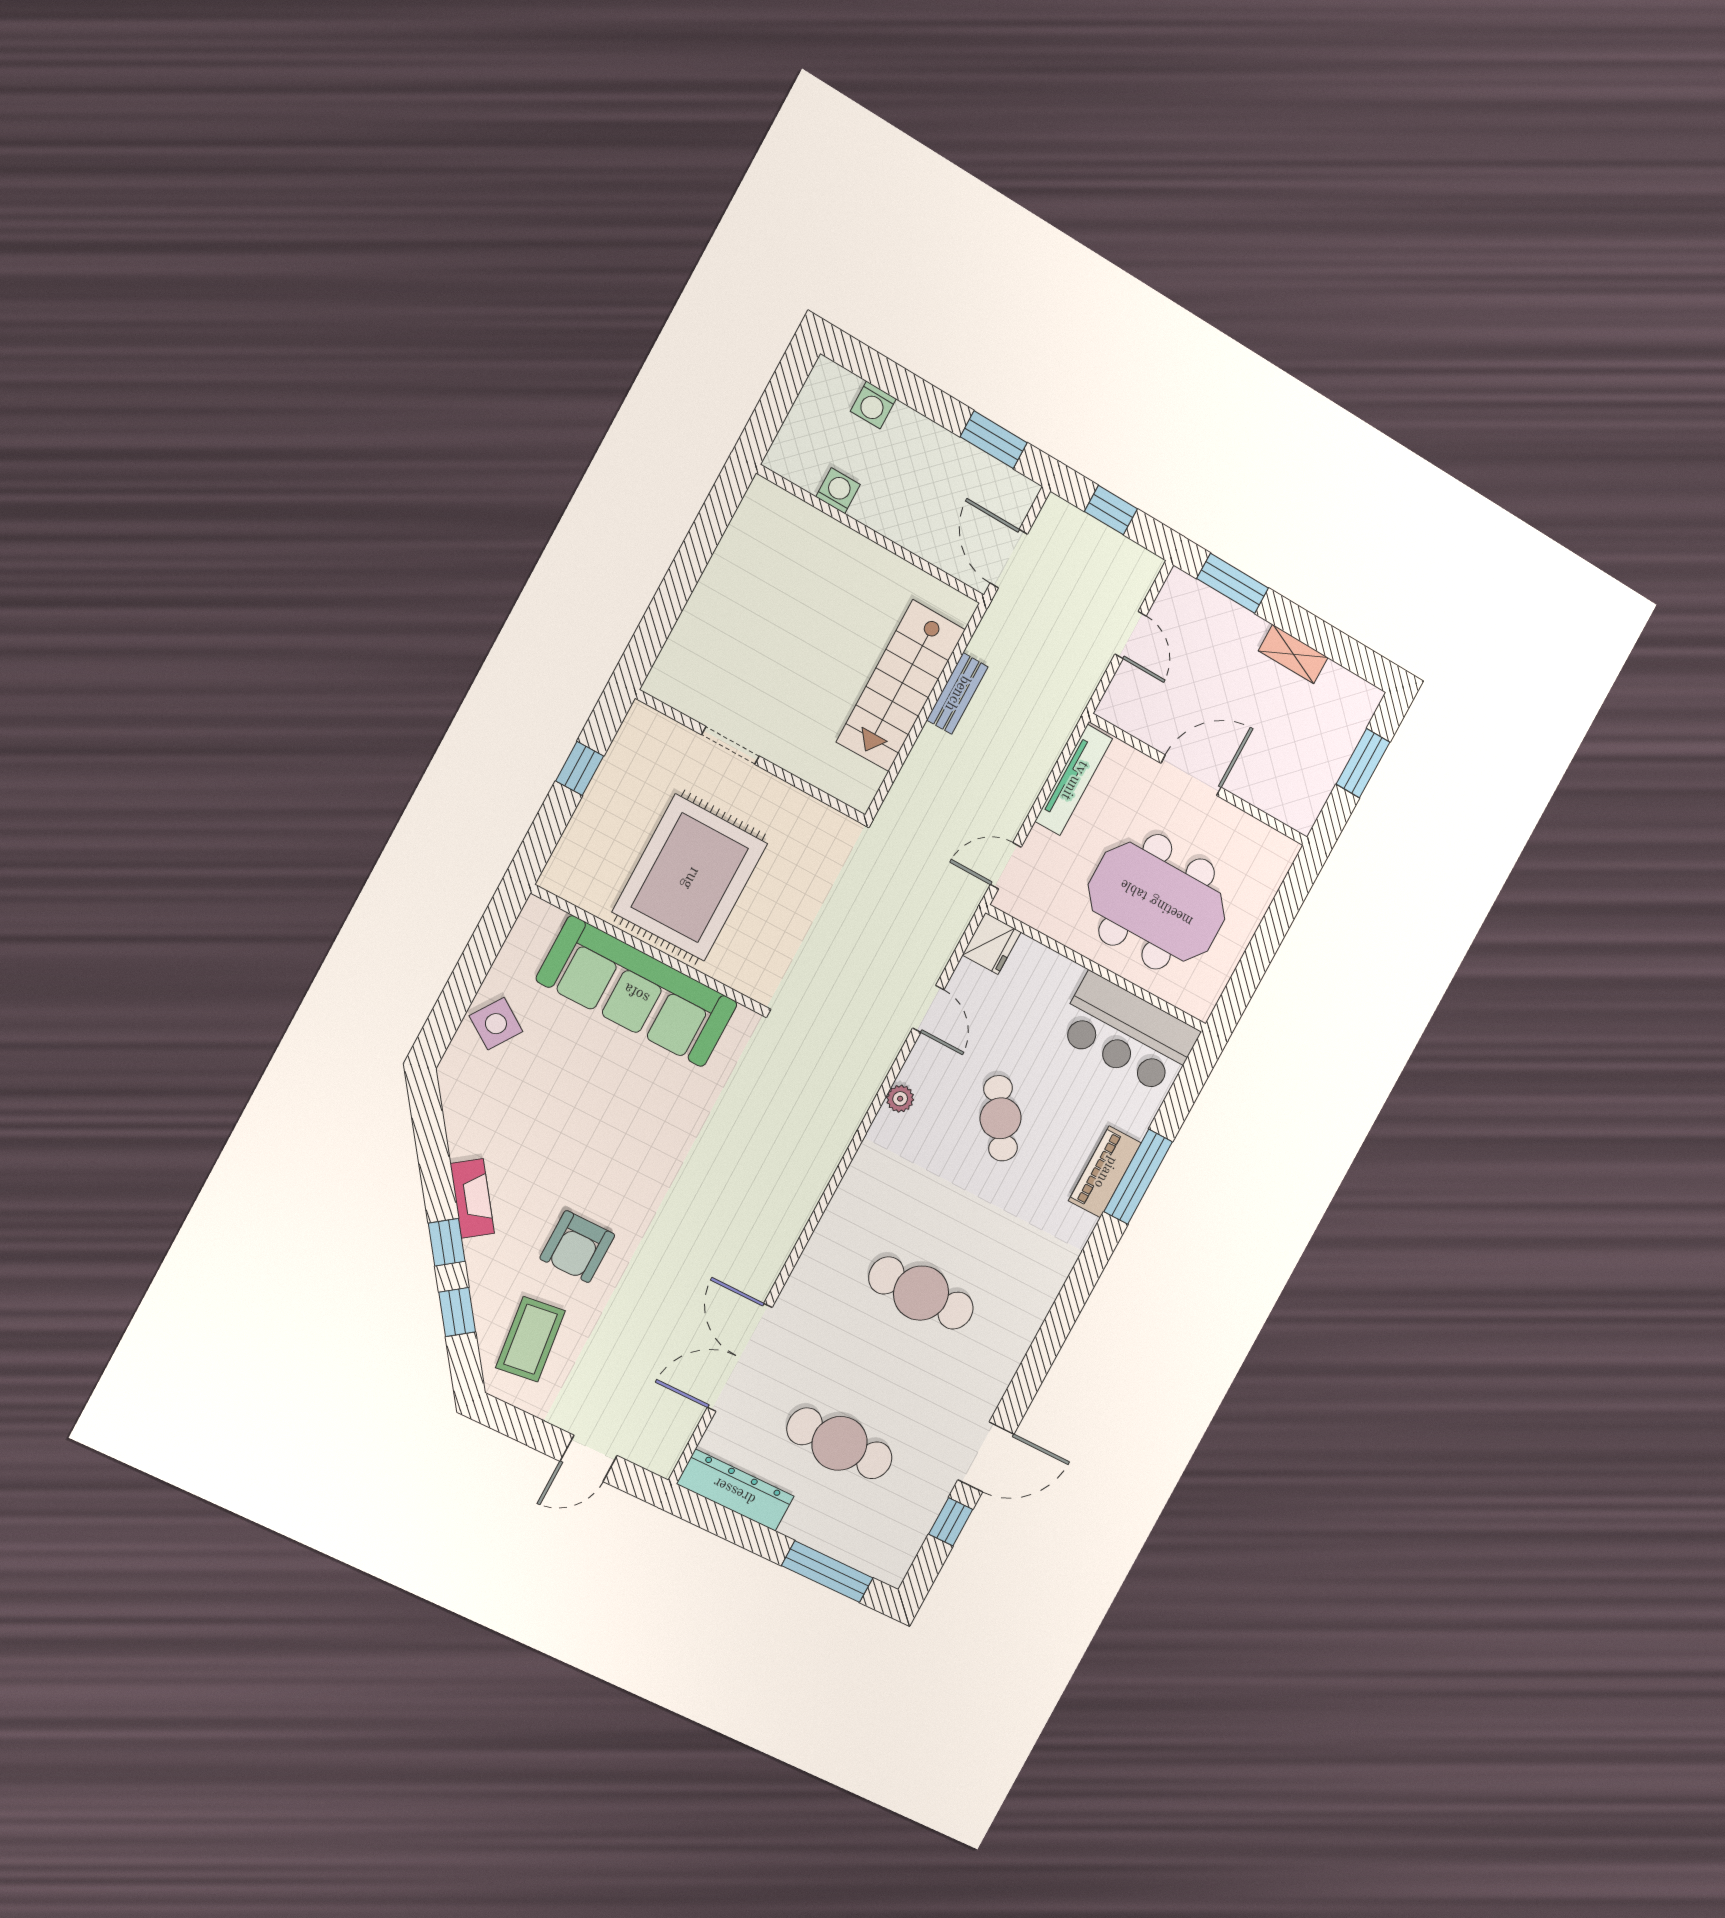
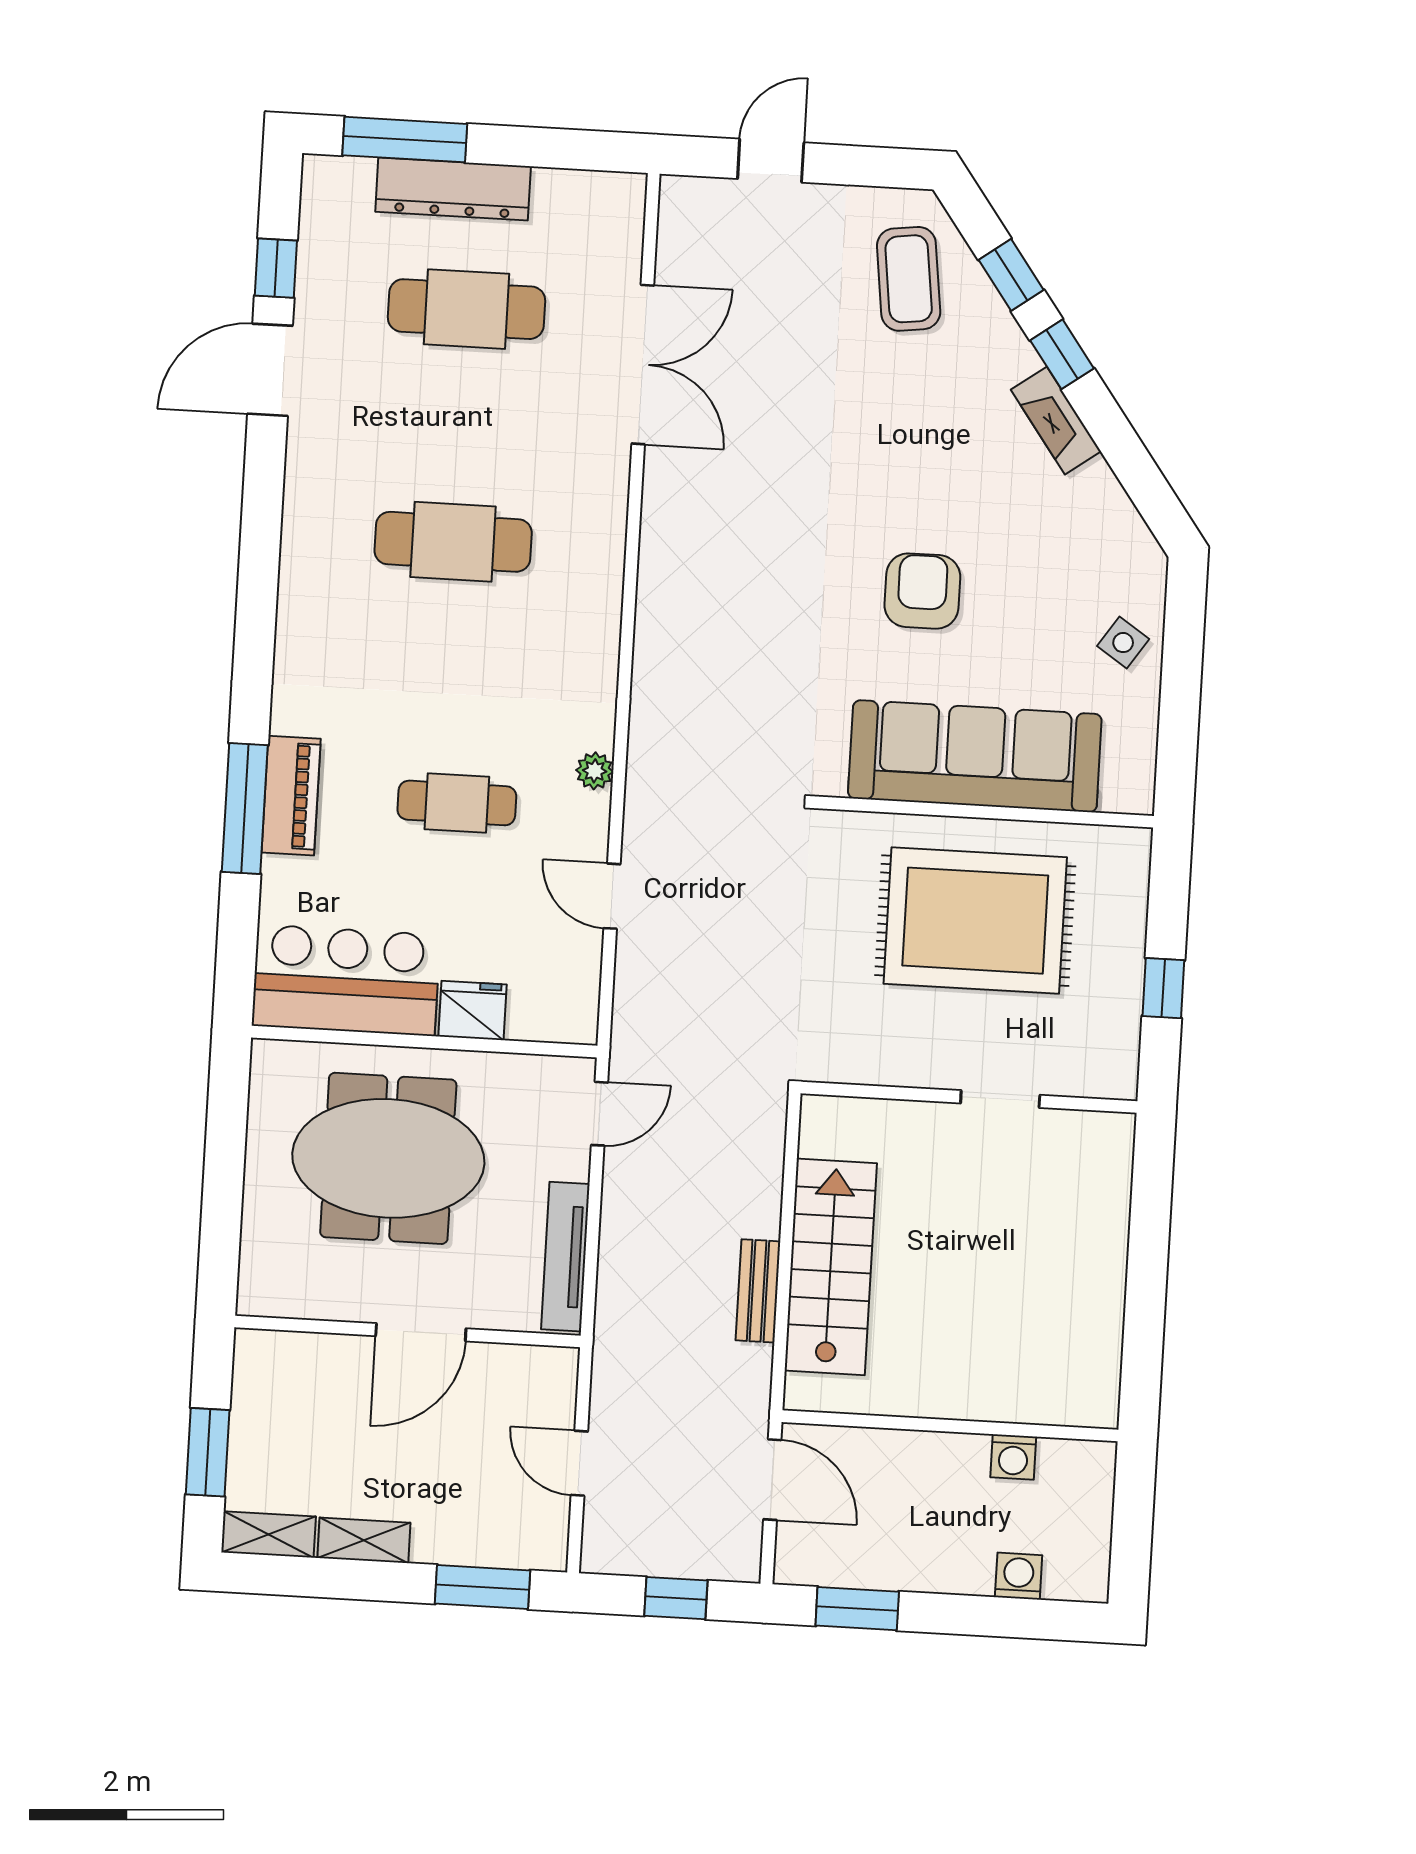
shelving: (1351, 689) -> (269, 1534), added
rug: (690, 878) -> (975, 921), turned 90
fridge: (992, 944) -> (472, 1010), moved, turned 90
side table: (496, 1024) -> (1123, 643), width x0.73, depth x0.73
cafe table: (1001, 1118) -> (457, 803), turned -56
armchair: (577, 1247) -> (922, 591), moved
dresser: (735, 1490) -> (453, 189), moved

